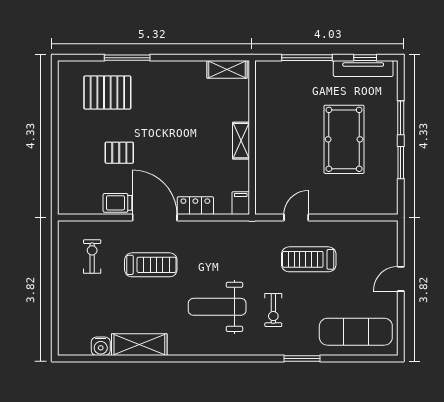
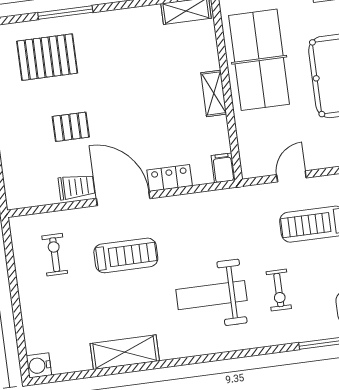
table tennis table: (282, 118) -> (259, 60), added
trolley: (117, 203) -> (76, 187), turned 180
water cooler: (101, 346) -> (39, 365), moved, turned 90

